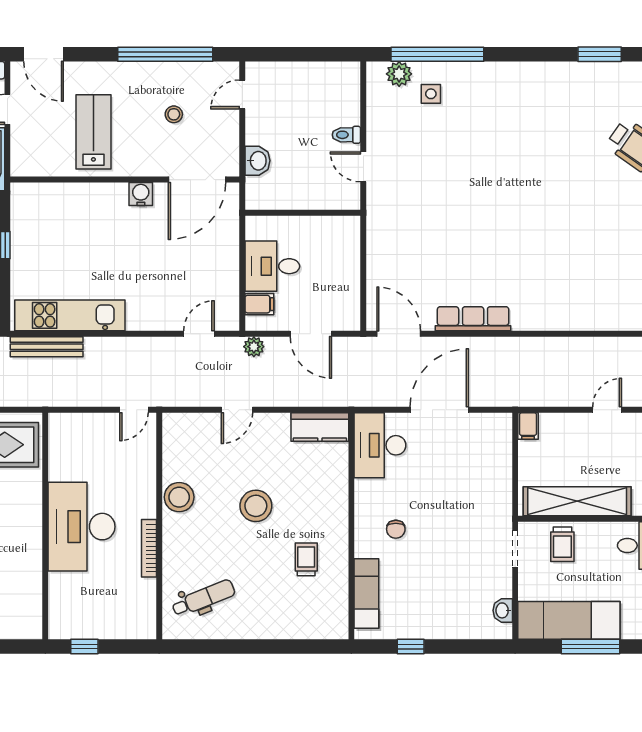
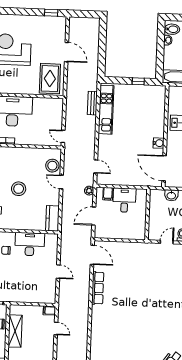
door: (399, 334) -> (92, 255), hinge flipped
bench: (47, 347) -> (92, 103), width x0.73
door: (439, 410) -> (58, 272), width x0.53
door: (607, 410) -> (56, 329), moved
desk: (380, 445) -> (30, 244), moved
stool: (179, 497) -> (52, 166), moved
shelving: (577, 501) -> (15, 331), width x0.68

